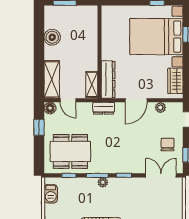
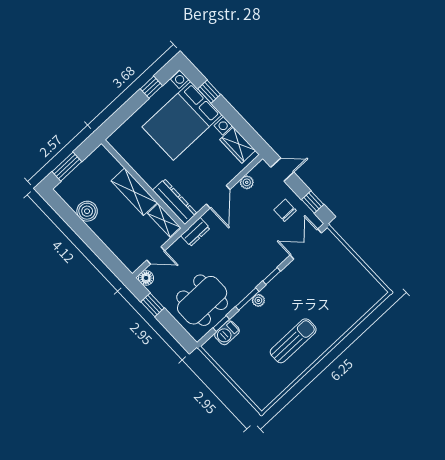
shelving: (52, 79) -> (134, 192), moved
barbecue: (51, 194) -> (227, 333), moved, turned 90

